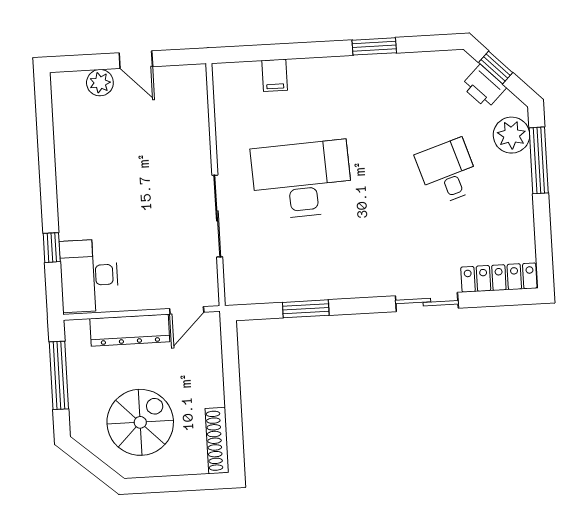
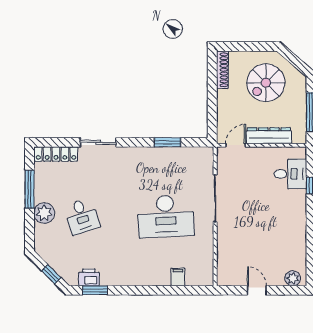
window: (374, 46) -> (95, 290), moved
plant: (100, 83) -> (293, 278), moved
printer: (484, 87) -> (89, 277), moved, turned -45
plant: (512, 135) -> (44, 213), moved
window: (539, 160) -> (29, 189), moved
desk: (89, 276) -> (290, 174), width x0.73

